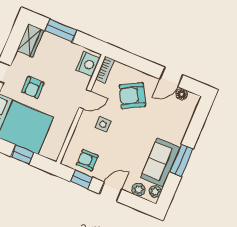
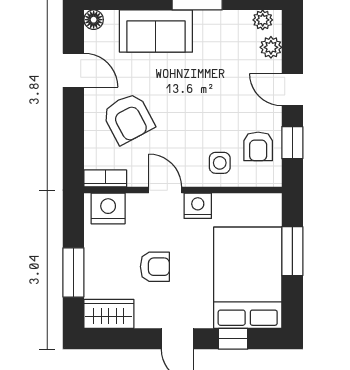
armchair: (33, 87) -> (155, 267), moved
floor lamp: (182, 94) -> (94, 20), moved
nightstand: (69, 114) -> (198, 206), added
side table: (103, 124) -> (220, 163), moved
window: (22, 155) -> (292, 251), width x1.50
sofa: (160, 163) -> (156, 31), moved

